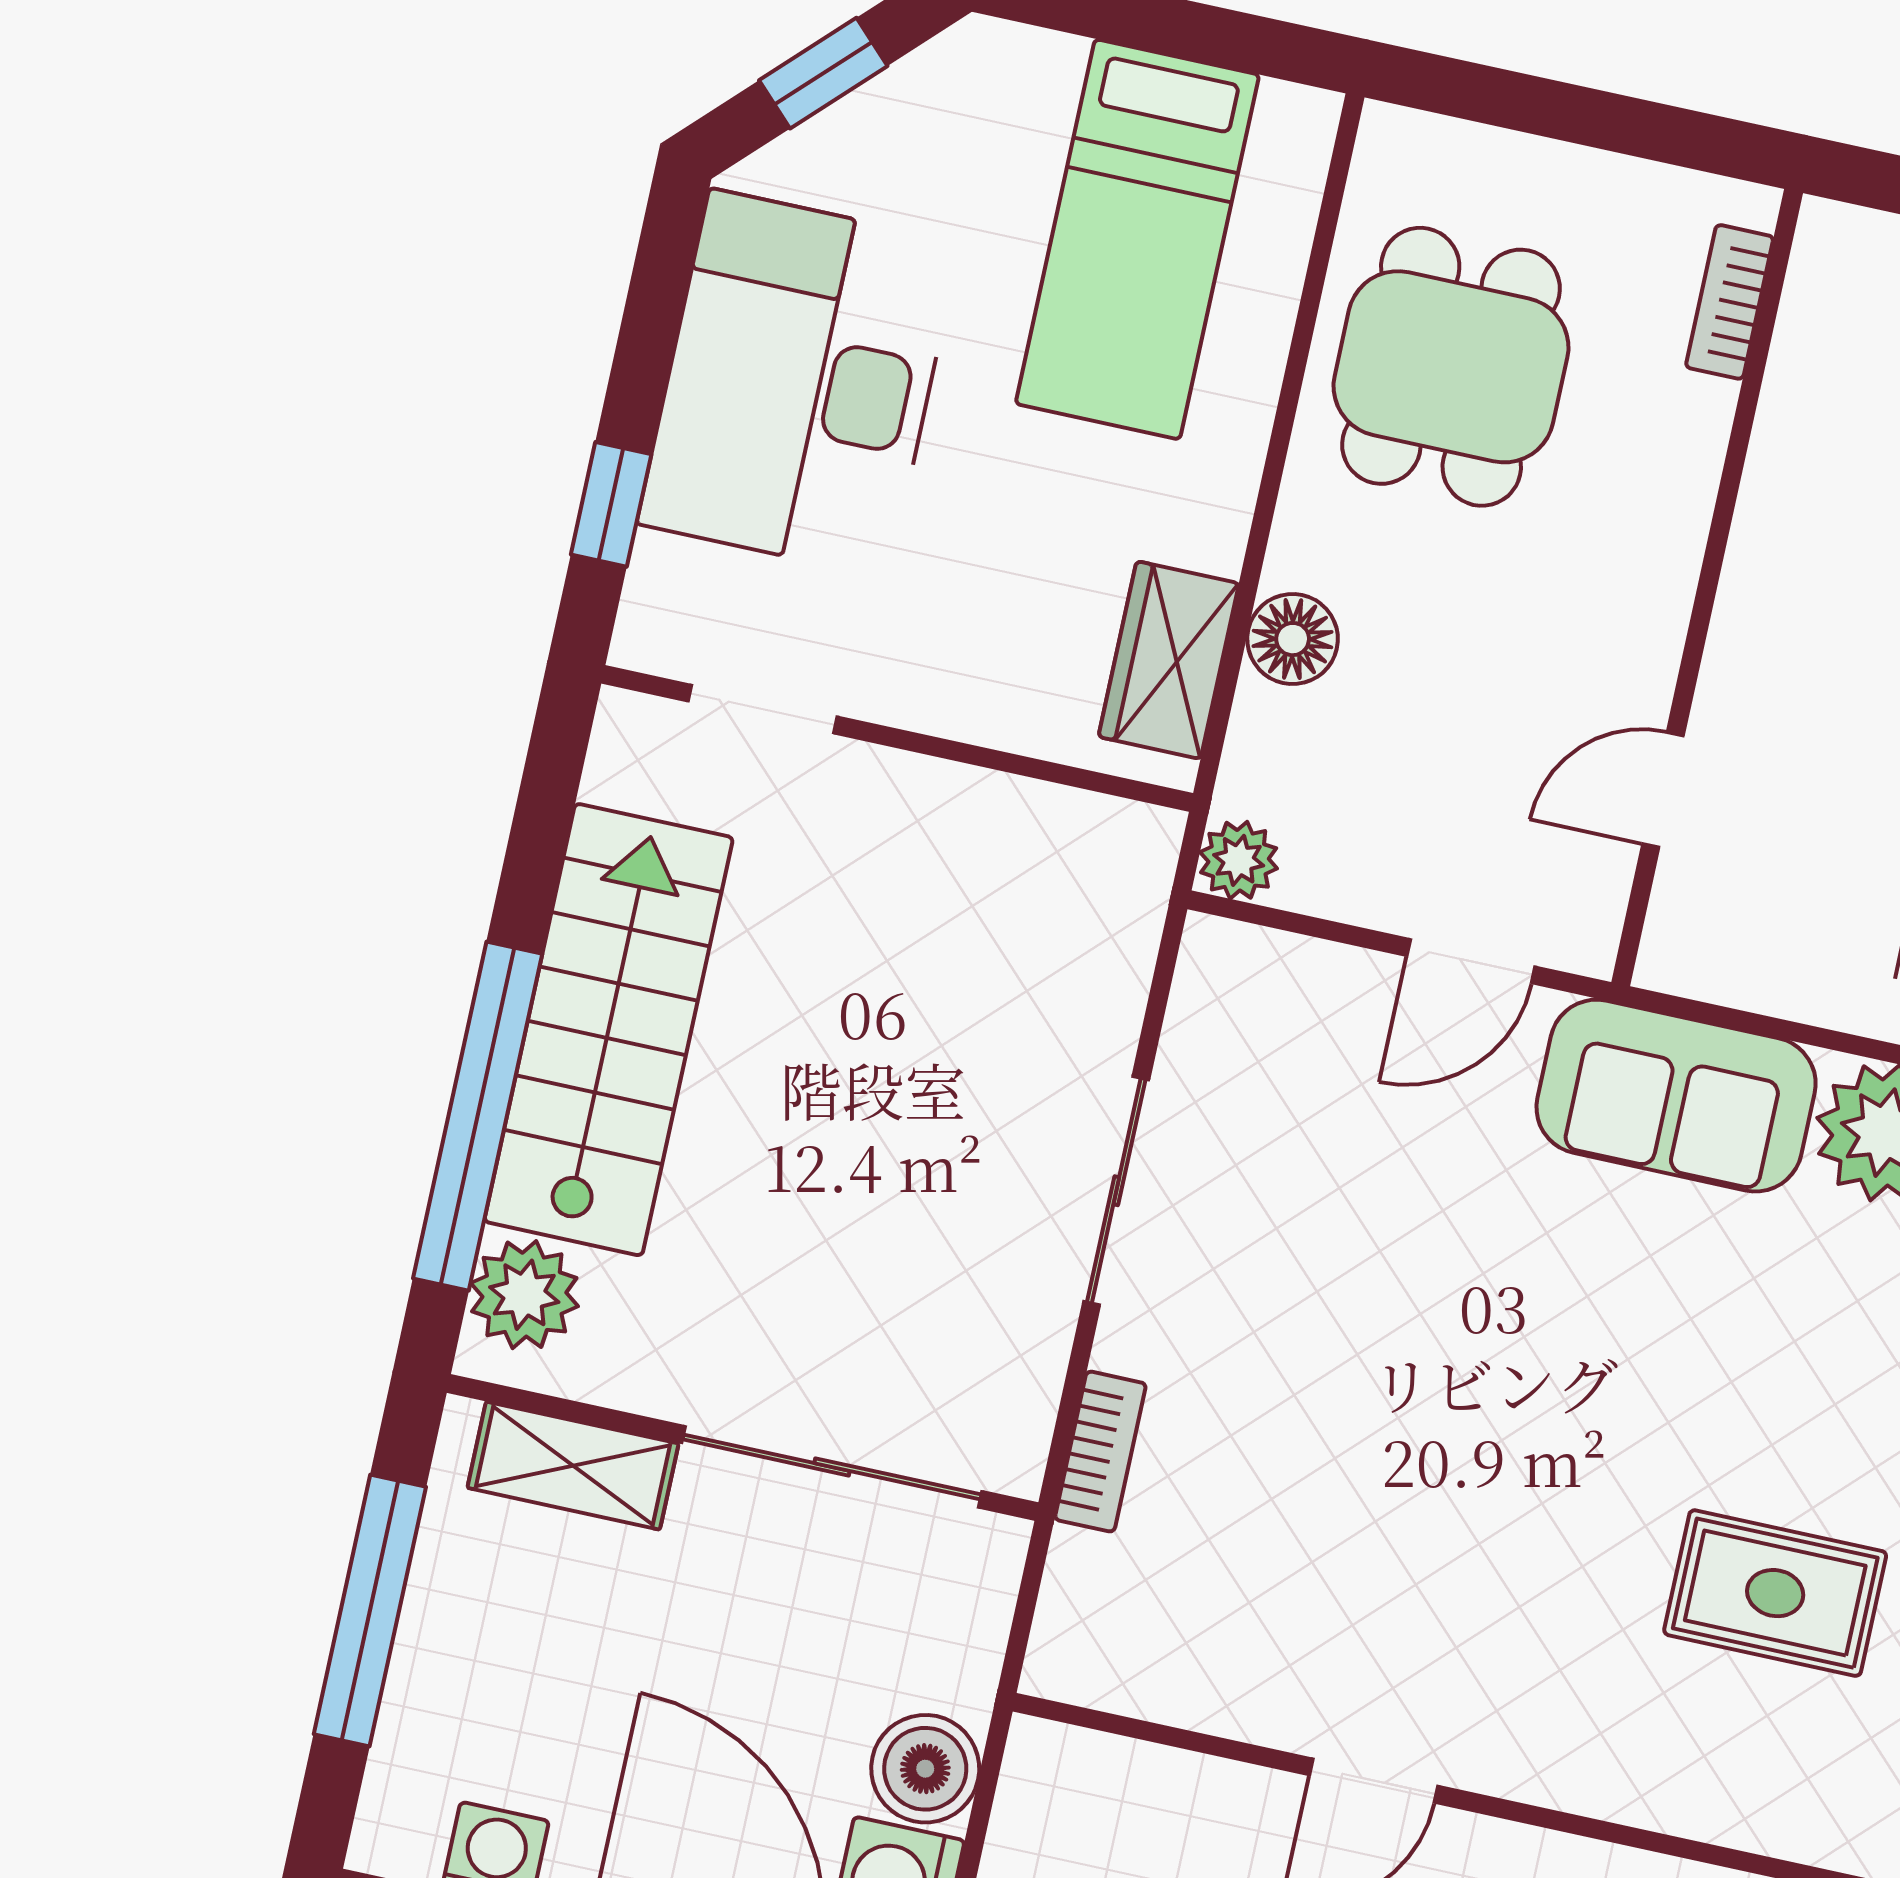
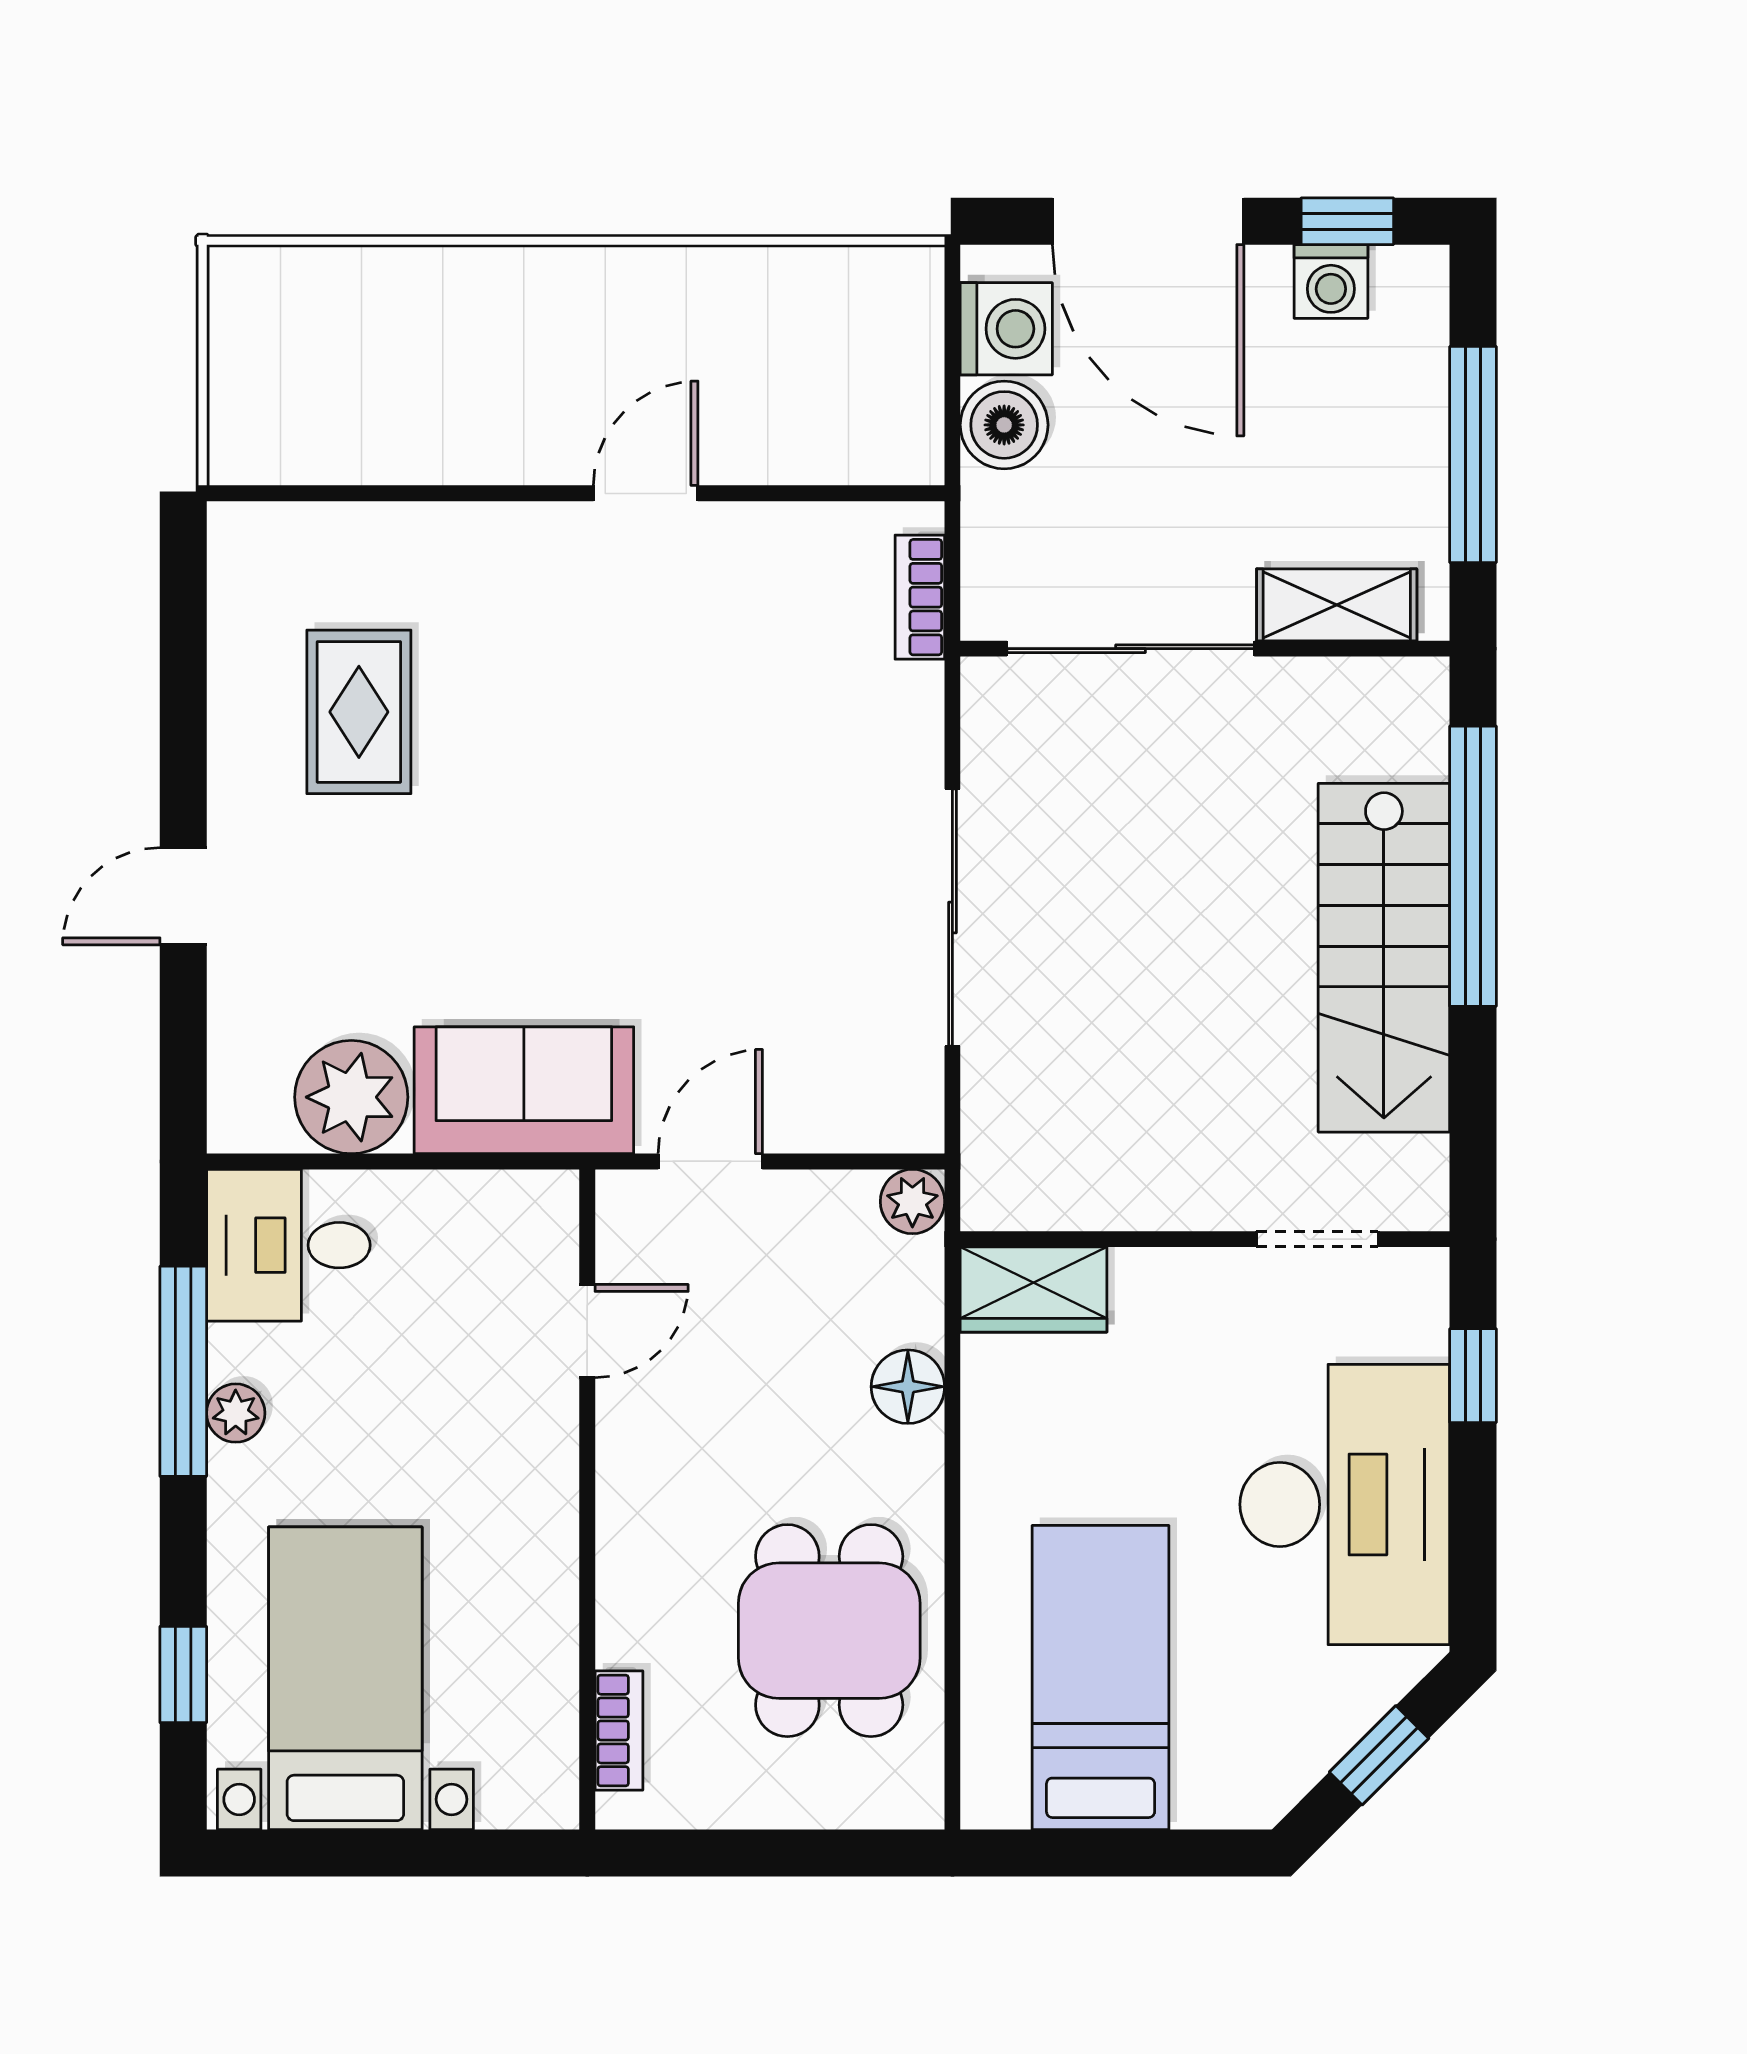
wardrobe: (1169, 660) -> (1034, 1289), moved, turned 90
sliding door: (1116, 1191) -> (952, 918), width x1.37
plant: (524, 1295) -> (1405, 732), removed
bookcase: (1100, 1452) -> (920, 597), moved
rug: (1775, 1593) -> (359, 712), turned 90

